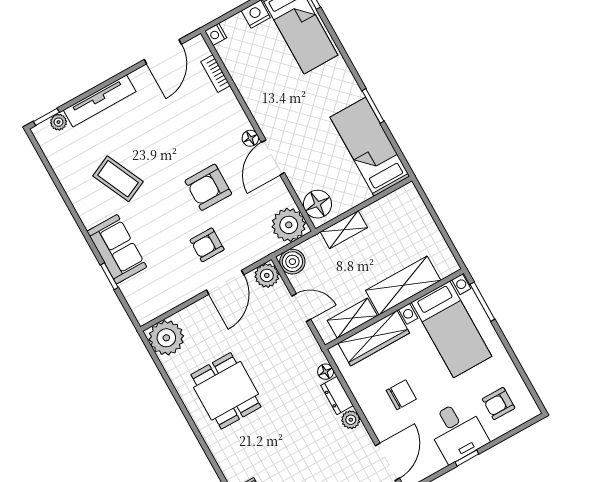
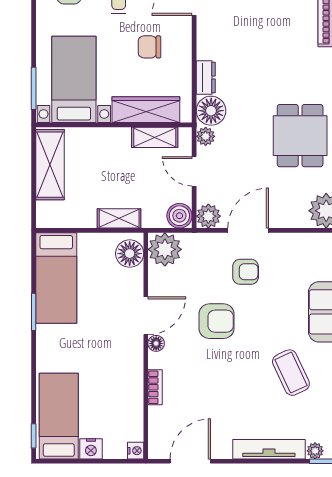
bookcase: (215, 74) -> (155, 387), moved
shelving: (403, 285) -> (50, 165), moved, turned 90
floor lamp: (326, 372) -> (211, 111), width x1.89, depth x1.89
plant: (351, 420) -> (206, 136), moved

